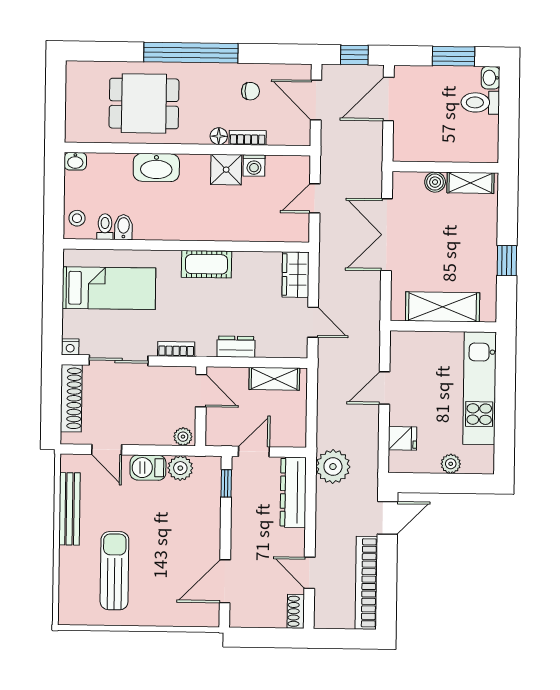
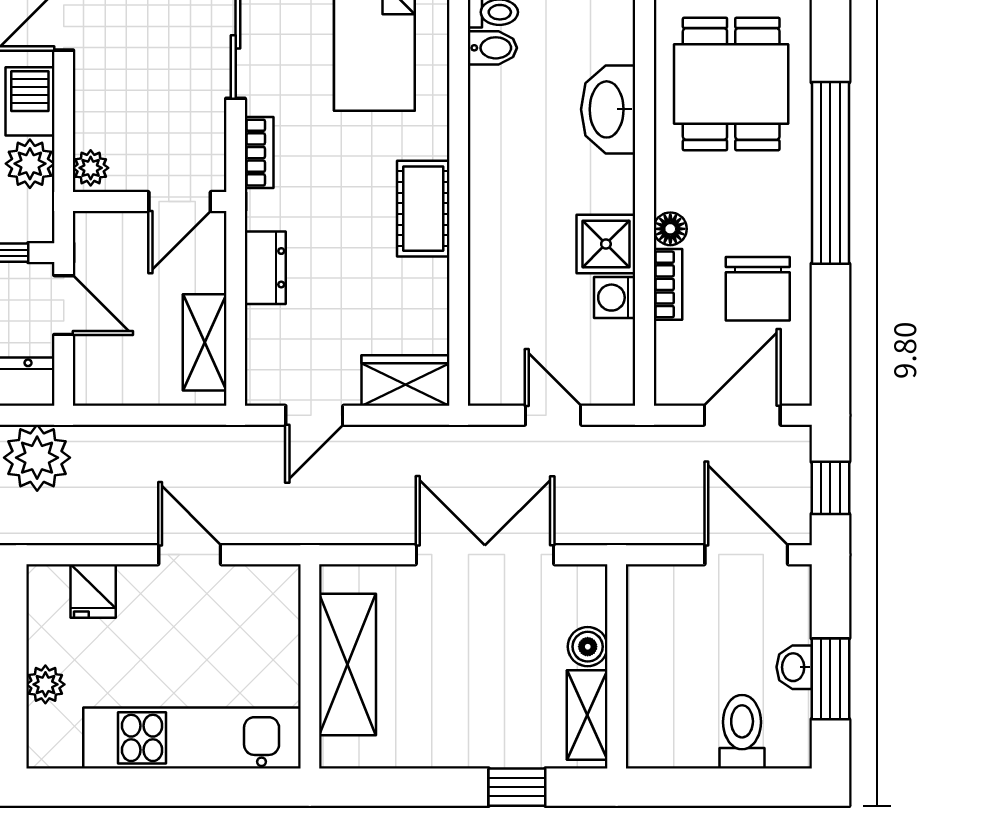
washbasin: (491, 78) -> (794, 667), moved, turned -90
chair: (250, 91) -> (758, 289), width x1.87, depth x1.87
window: (507, 261) -> (517, 787), moved

